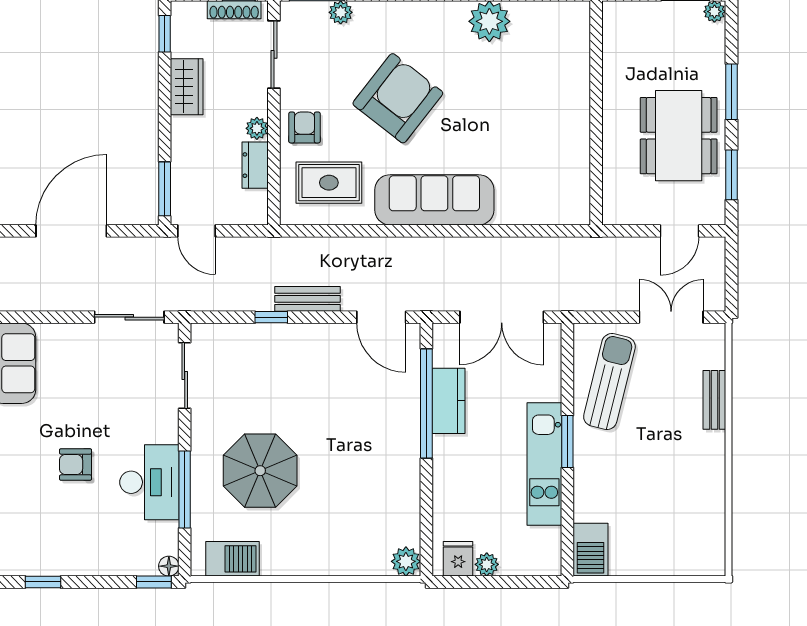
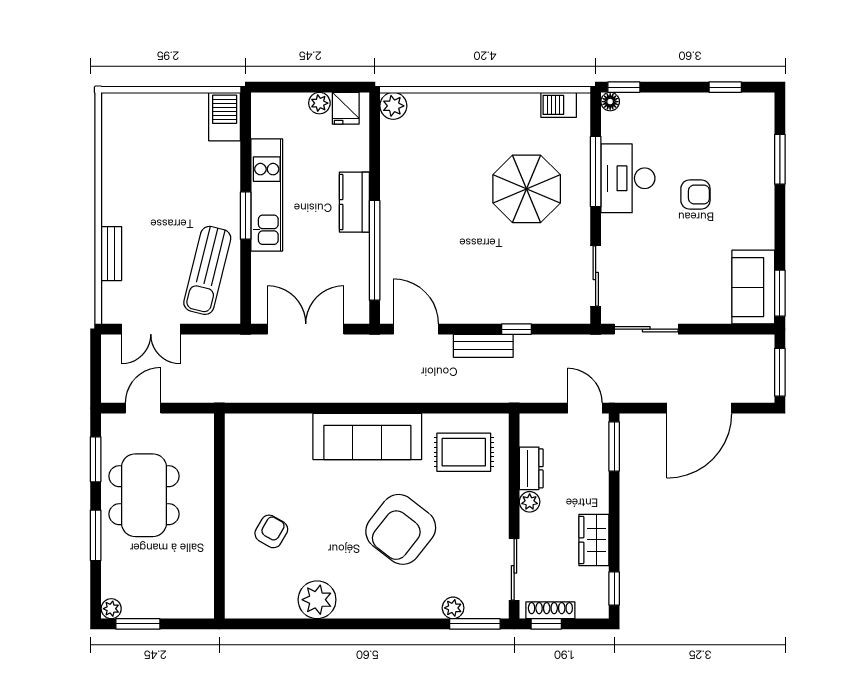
armchair: (304, 127) -> (271, 531), moved, turned -150
kitchen counter: (449, 401) -> (354, 202), moved
barbecue: (232, 559) -> (559, 105), width x0.73, depth x0.79

